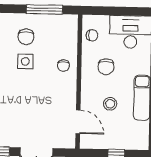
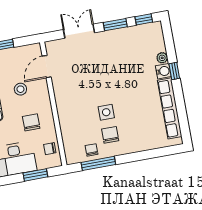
window: (113, 11) -> (35, 175), added
chair: (63, 66) -> (92, 150), moved
door: (78, 122) -> (47, 67), hinge flipped

